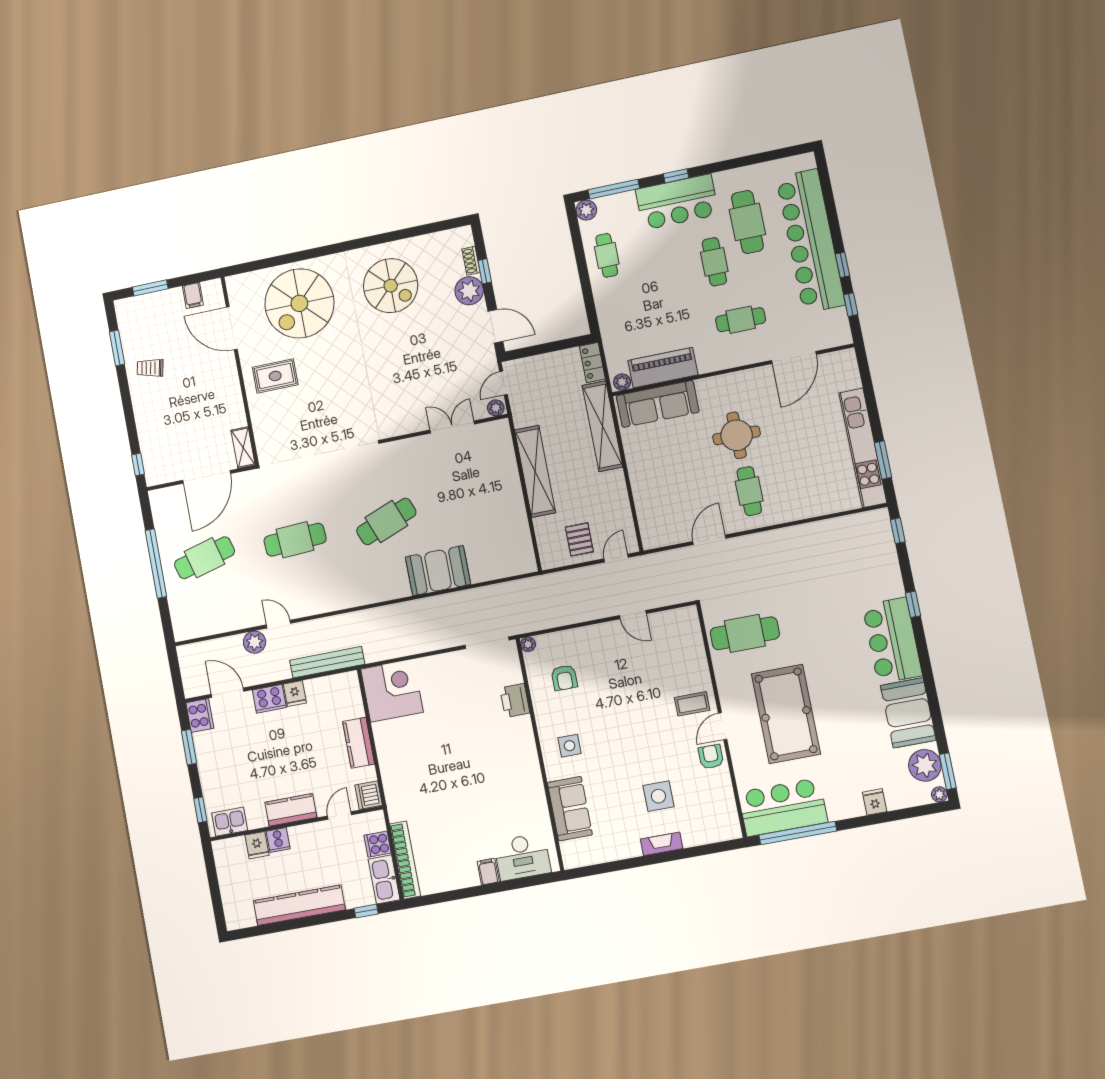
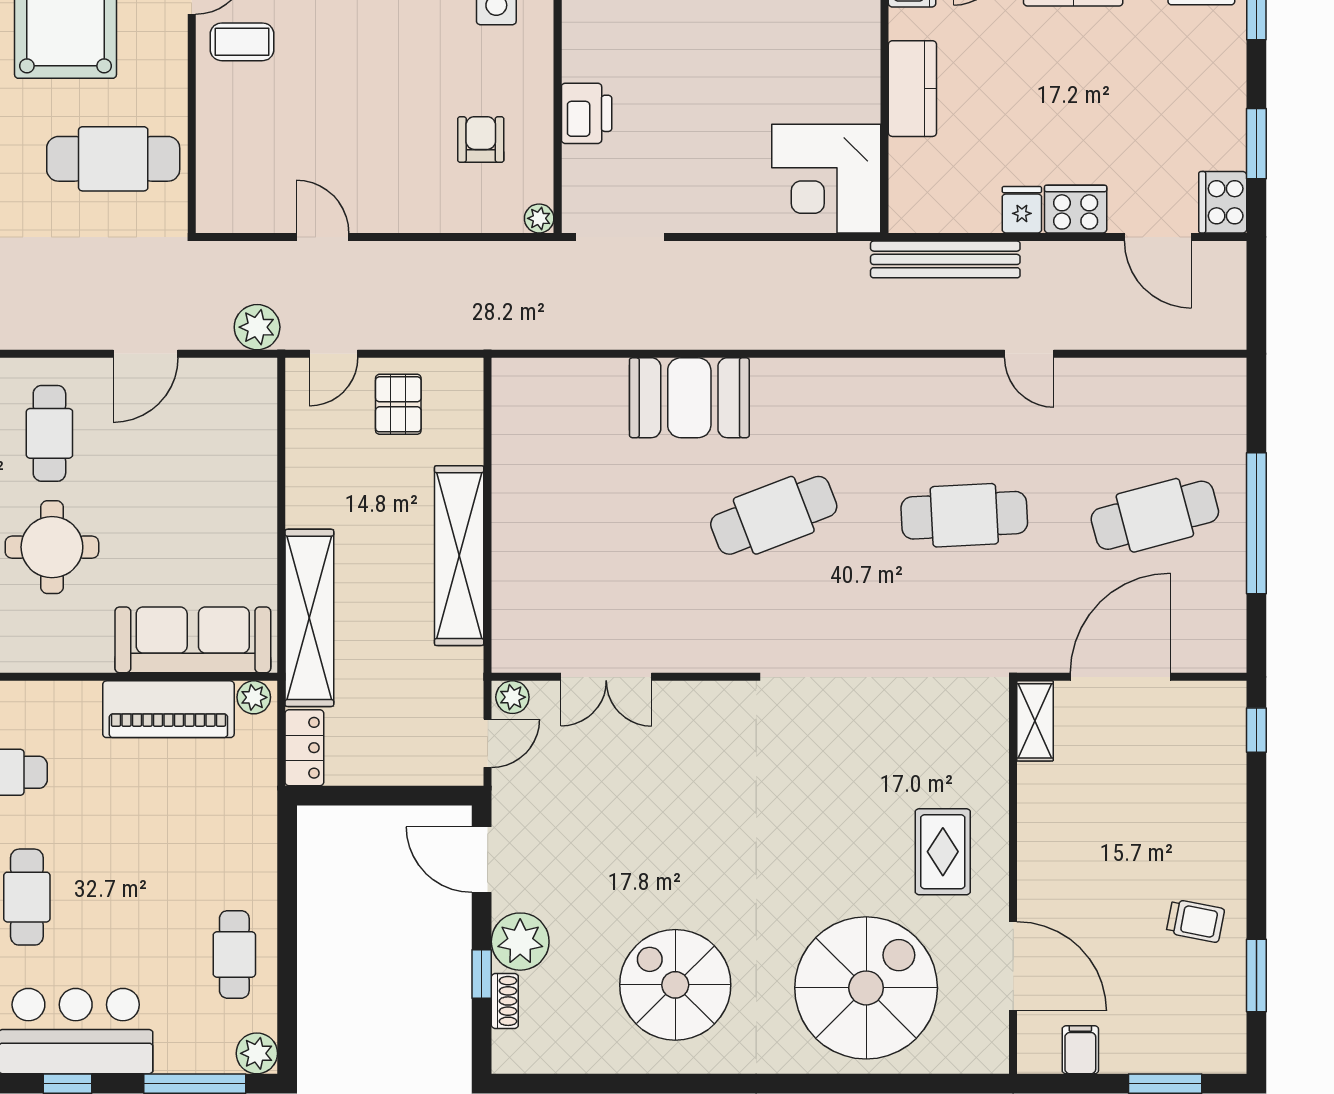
rug: (275, 376) -> (943, 852), turned 90
plant: (255, 642) -> (257, 327), moved

